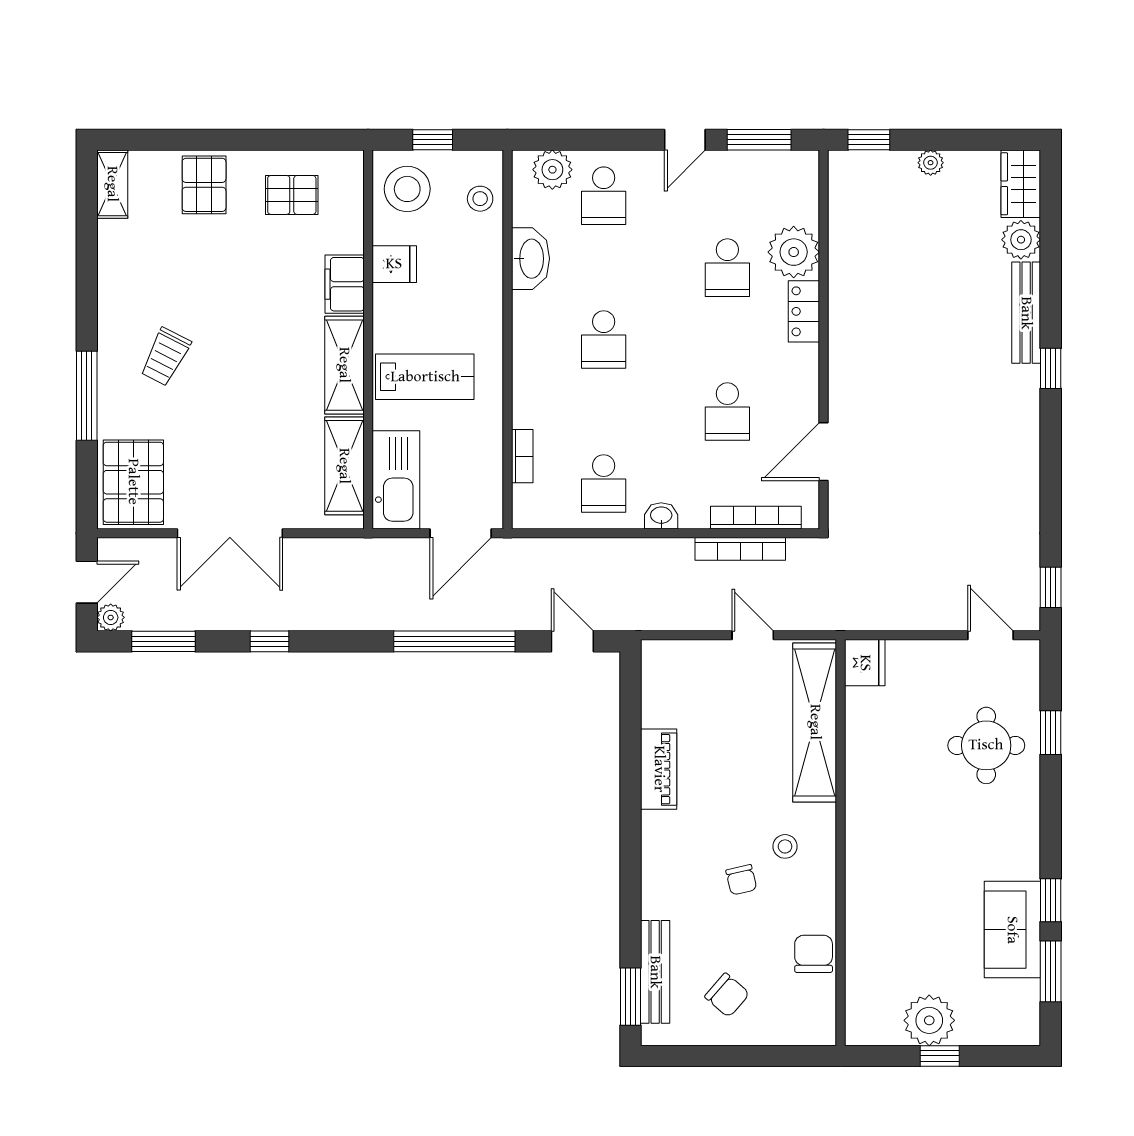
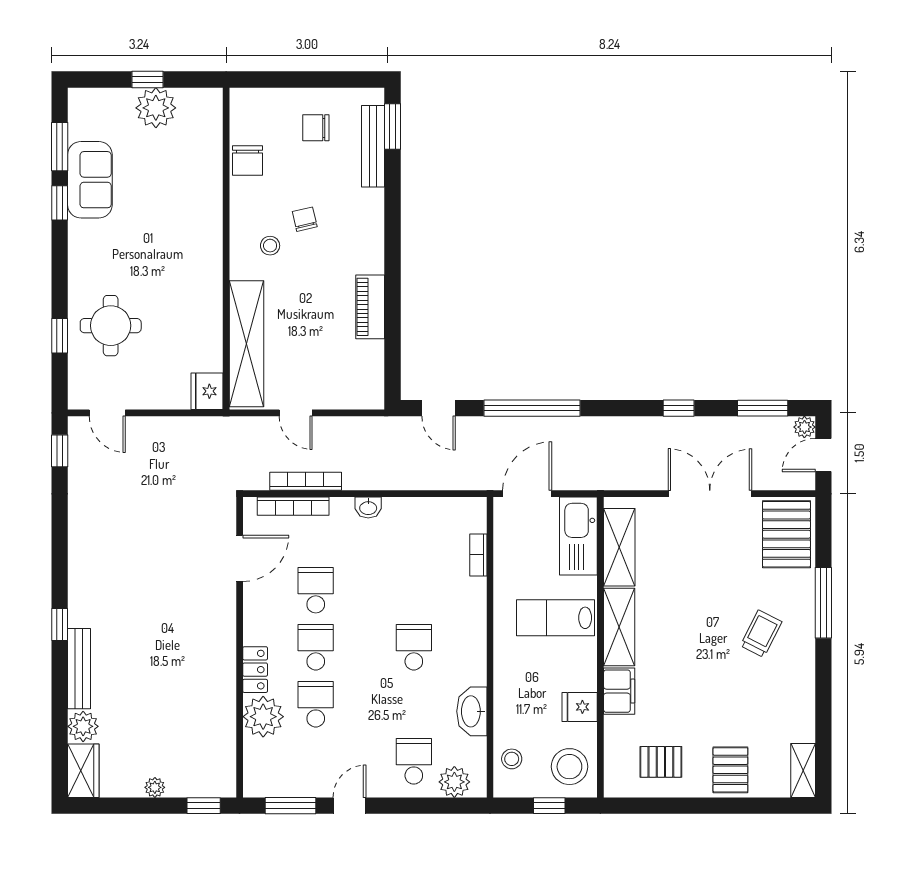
school desk: (604, 484) -> (316, 647), moved
chair: (727, 995) -> (316, 128), turned -41

